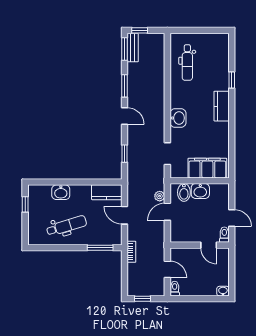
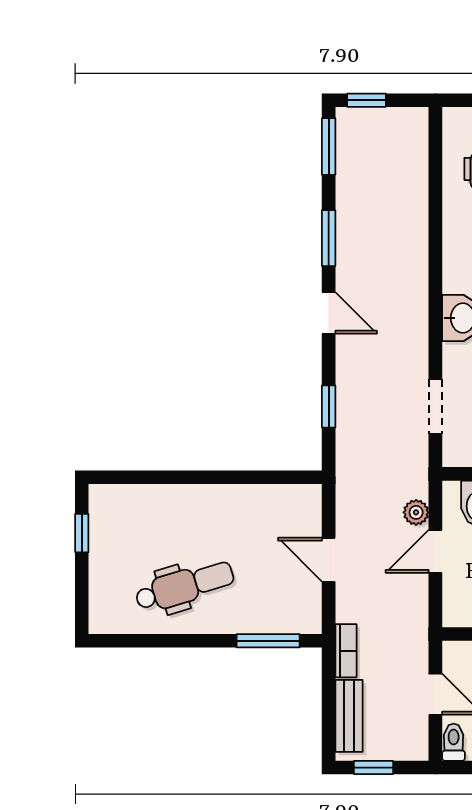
bench: (133, 48) -> (349, 716), moved
washbasin: (61, 192) -> (170, 503), removed
kitchen counter: (107, 192) -> (285, 503), removed

